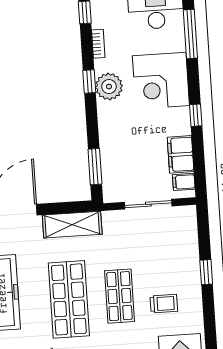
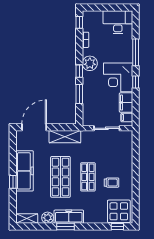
window: (190, 34) -> (136, 52), moved
window: (89, 81) -> (79, 71), moved
corner desk: (161, 81) -> (118, 77), moved
window: (95, 167) -> (79, 94), moved
window: (206, 272) -> (136, 167), removed

